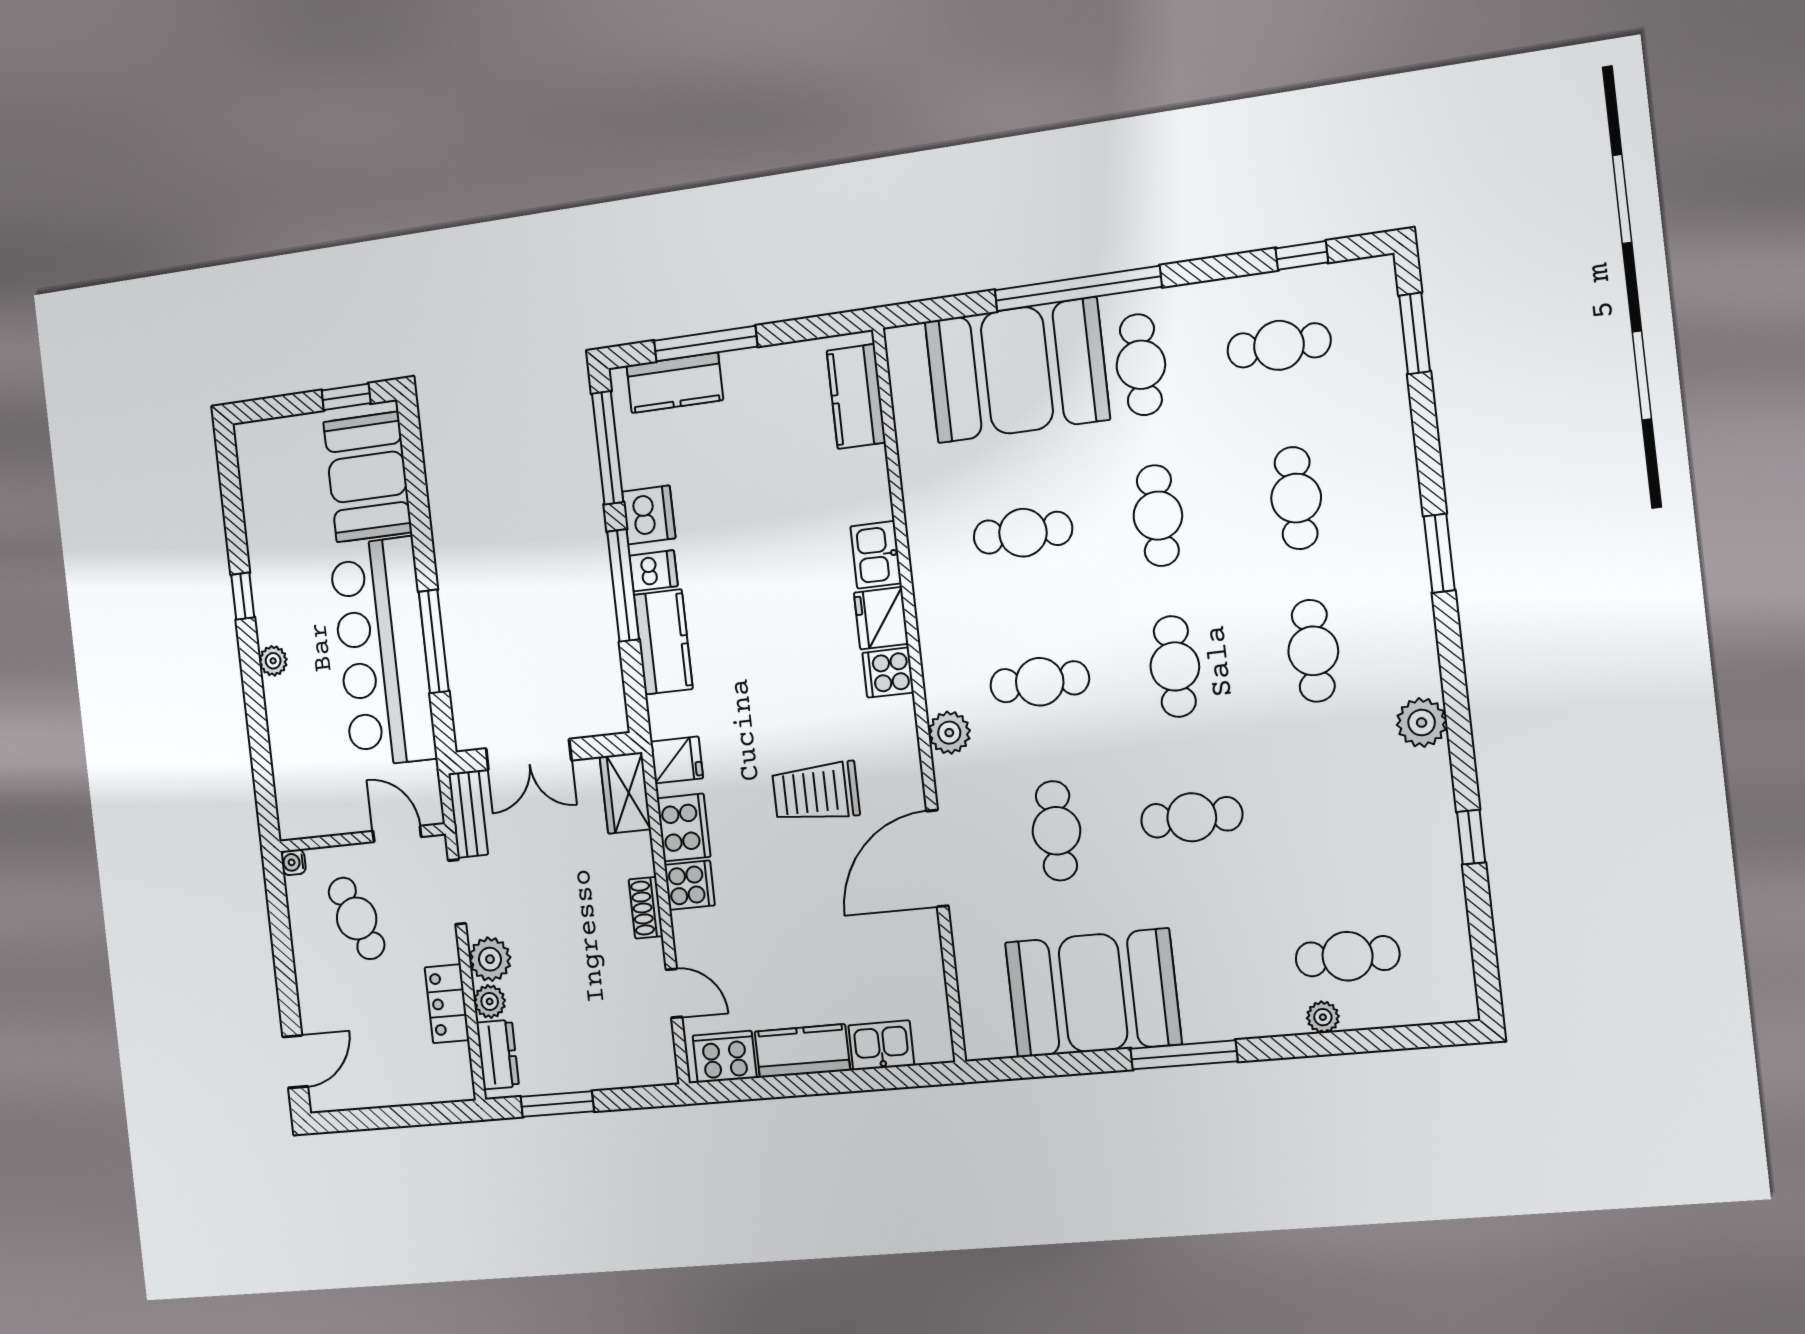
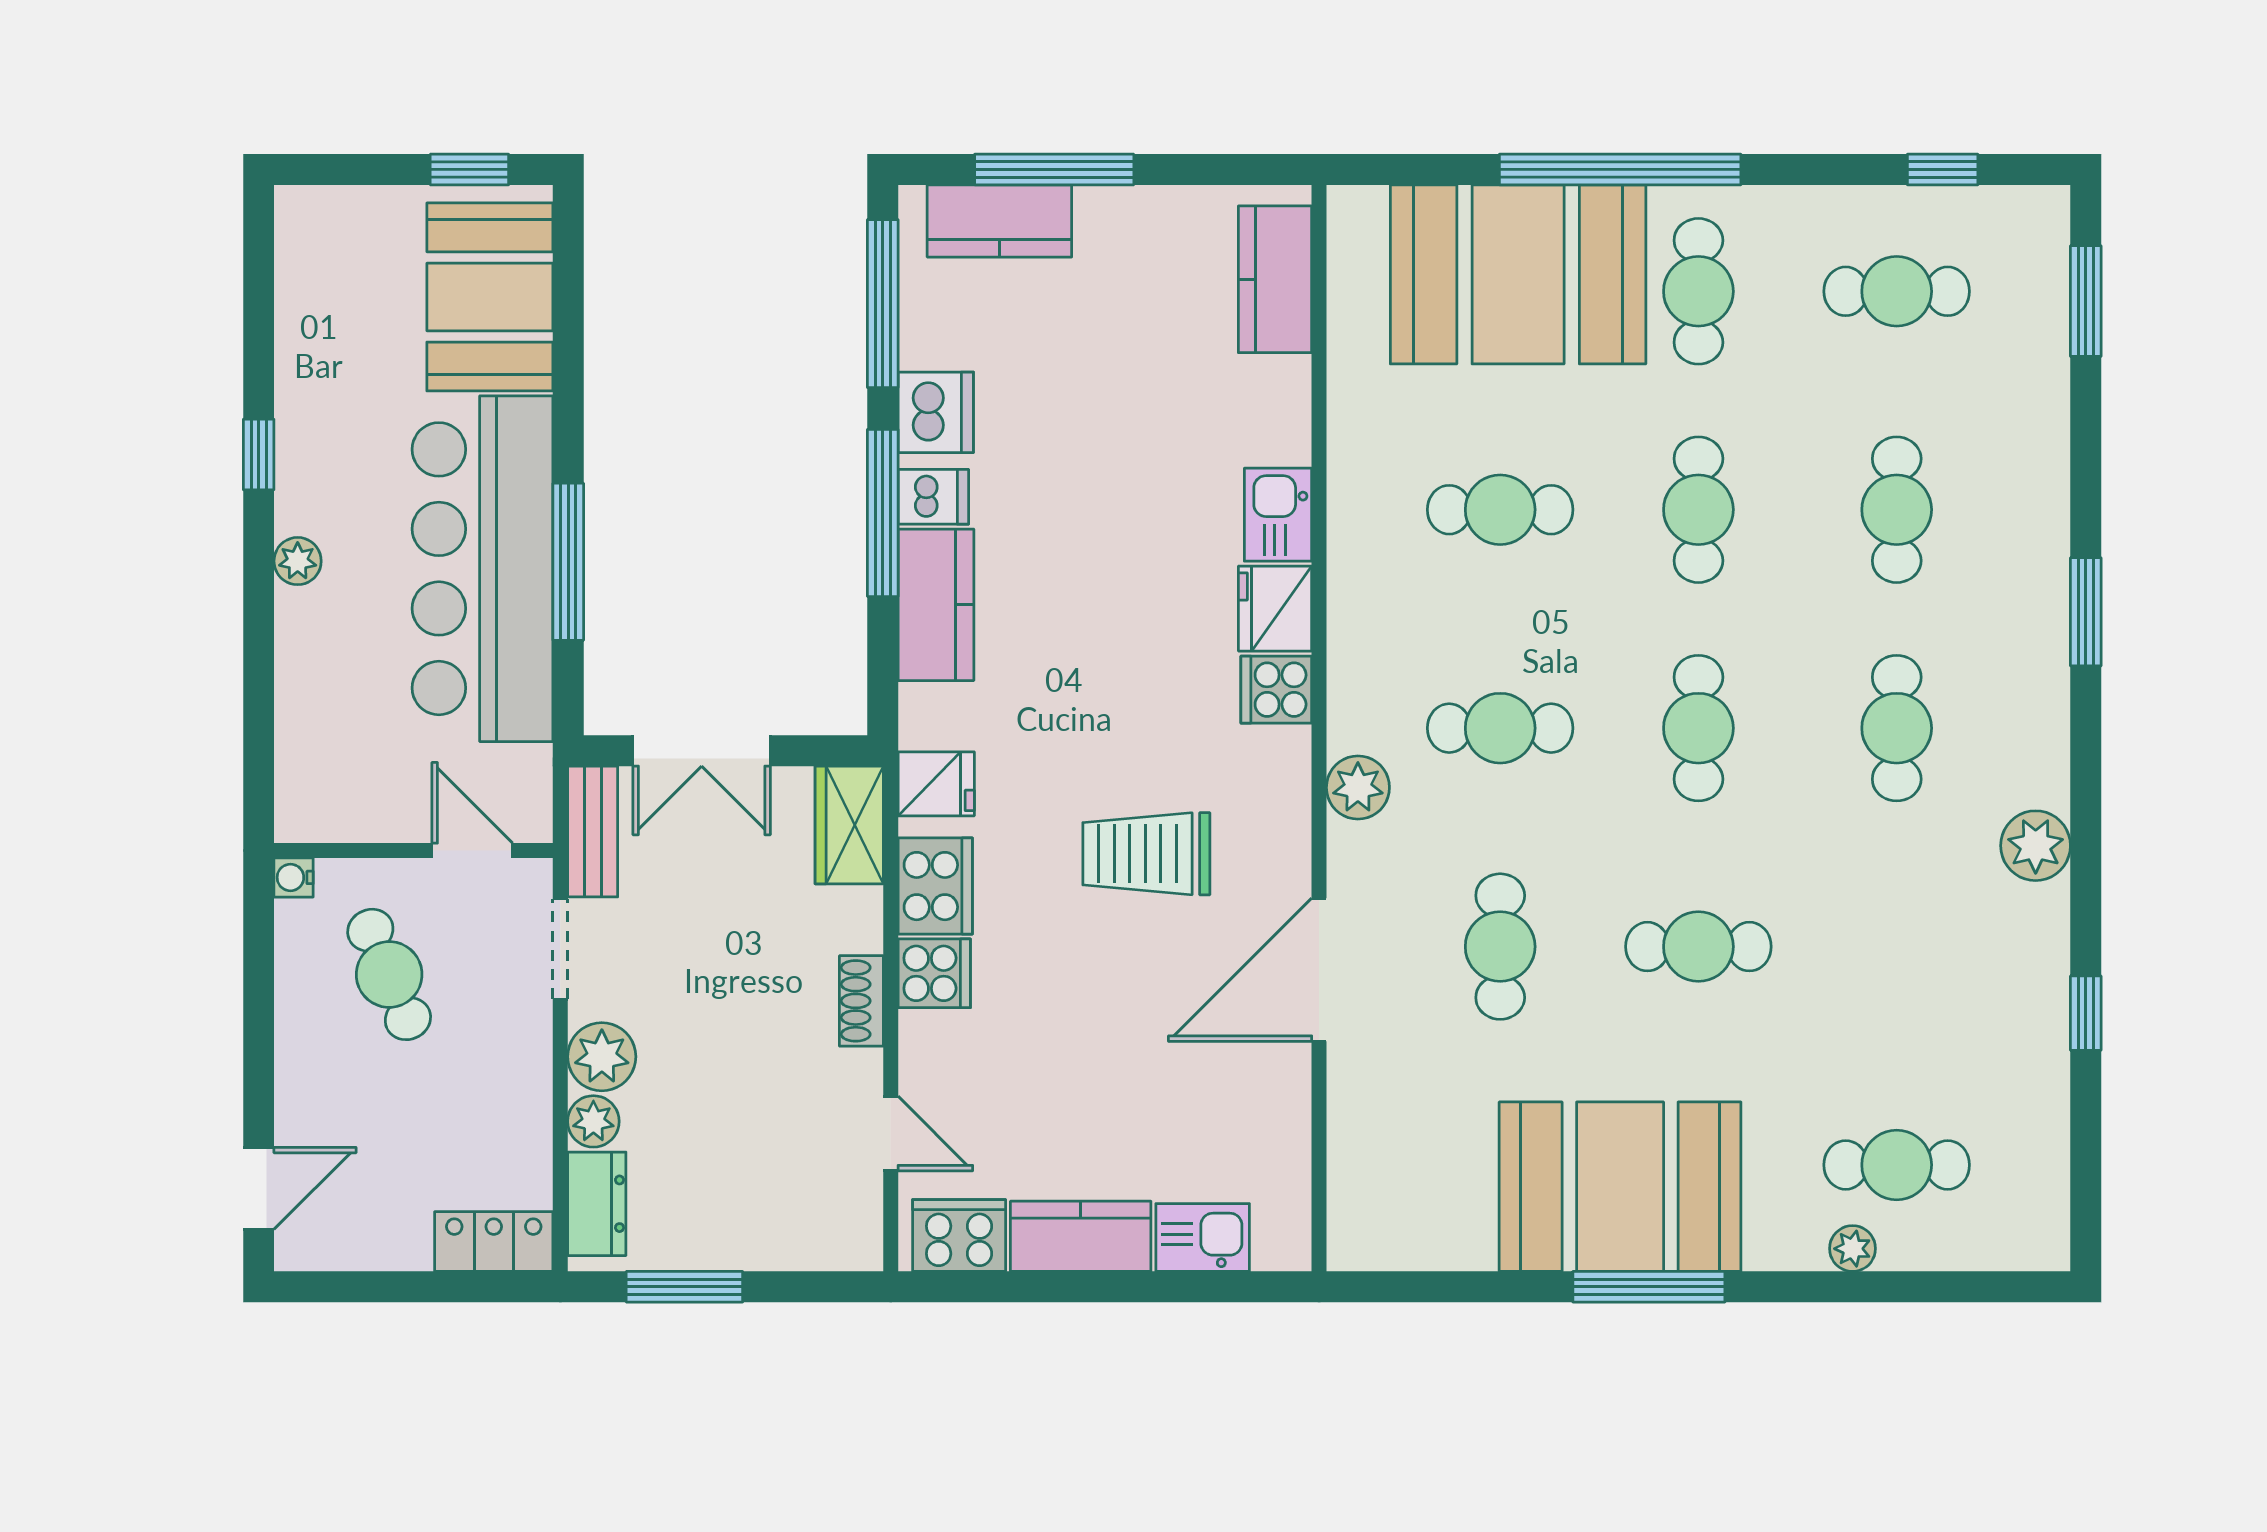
booth: (1093, 993) -> (1620, 1187), moved
locker: (447, 1004) -> (494, 1242), moved, turned 90

